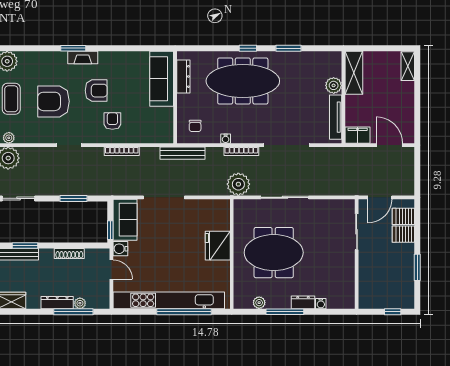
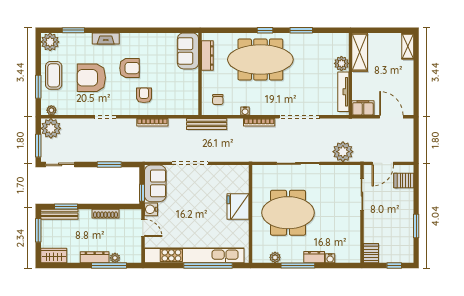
window: (73, 48) -> (73, 30), moved
fireplace: (83, 57) -> (106, 38), moved
sofa: (162, 79) -> (188, 51), width x0.73
plant: (238, 184) -> (343, 152), moved
server rack: (403, 234) -> (371, 253), moved, turned 90

